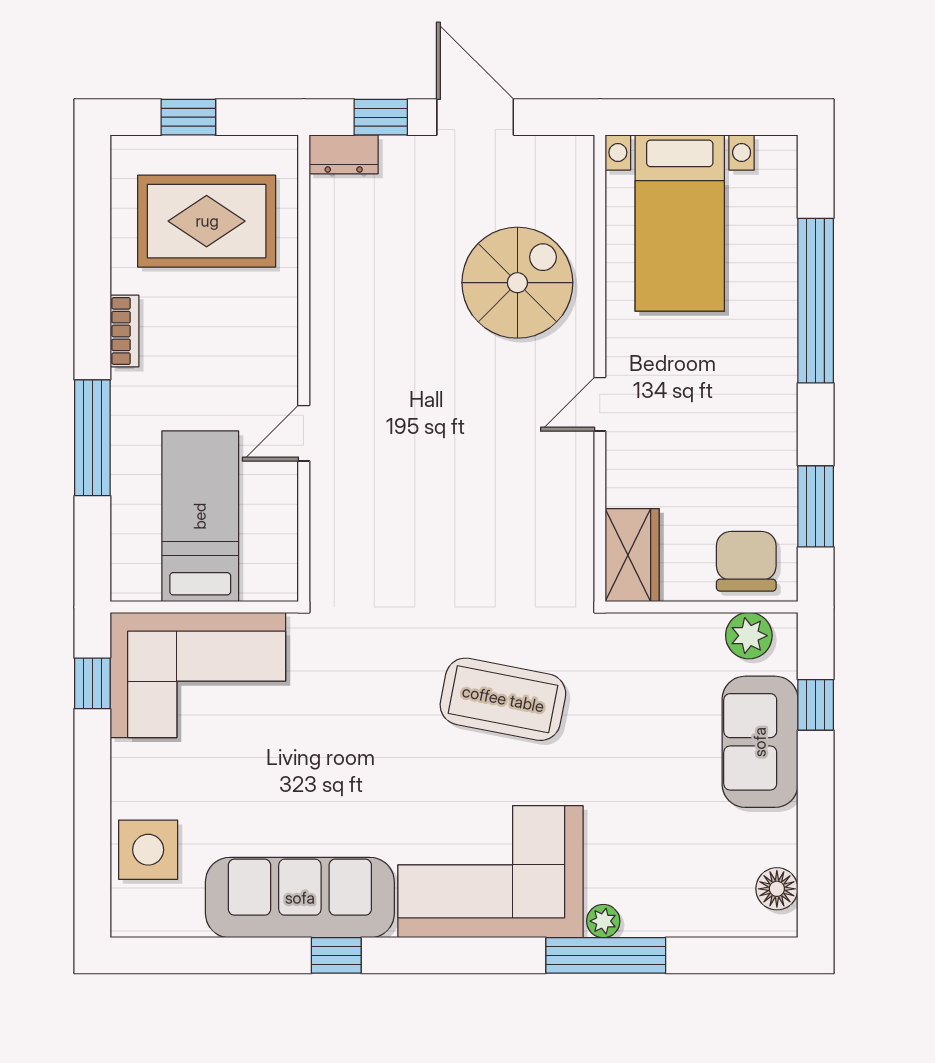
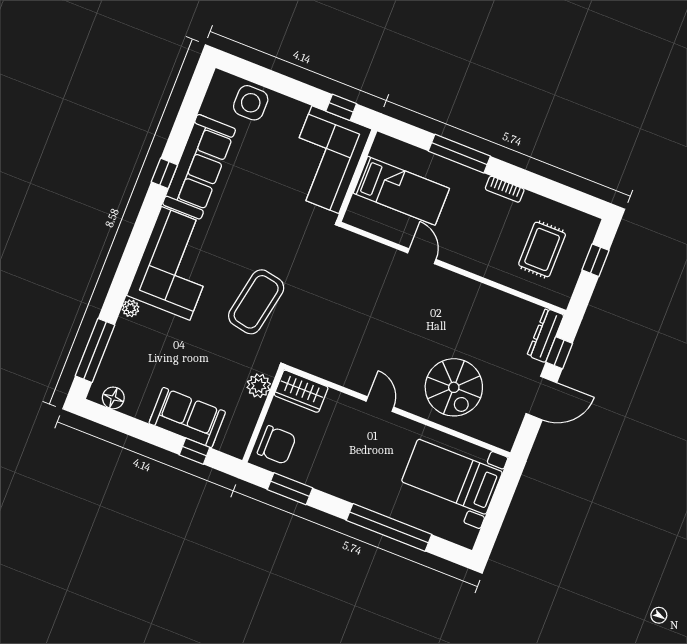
dresser: (344, 154) -> (545, 335), width x1.44
rug: (207, 221) -> (542, 249), width x0.73, depth x0.70
plant: (749, 636) -> (259, 386), moved
window: (606, 955) -> (95, 350), moved

